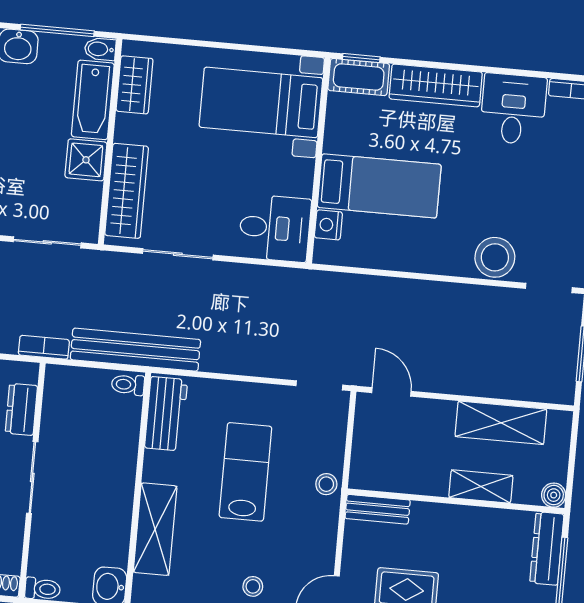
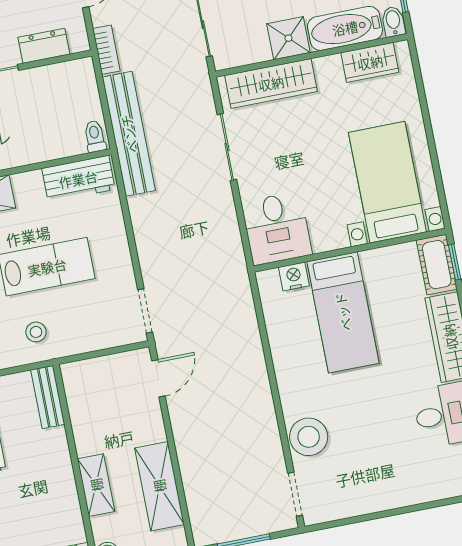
stool: (326, 484) -> (36, 332), moved

